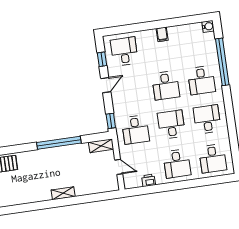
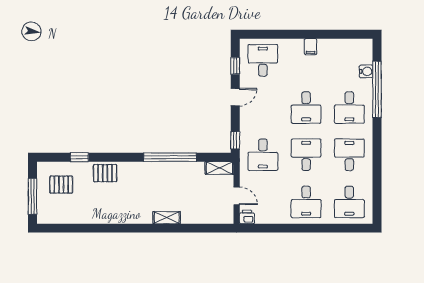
water cooler: (208, 26) -> (366, 71), moved
printer: (149, 180) -> (247, 217), moved

